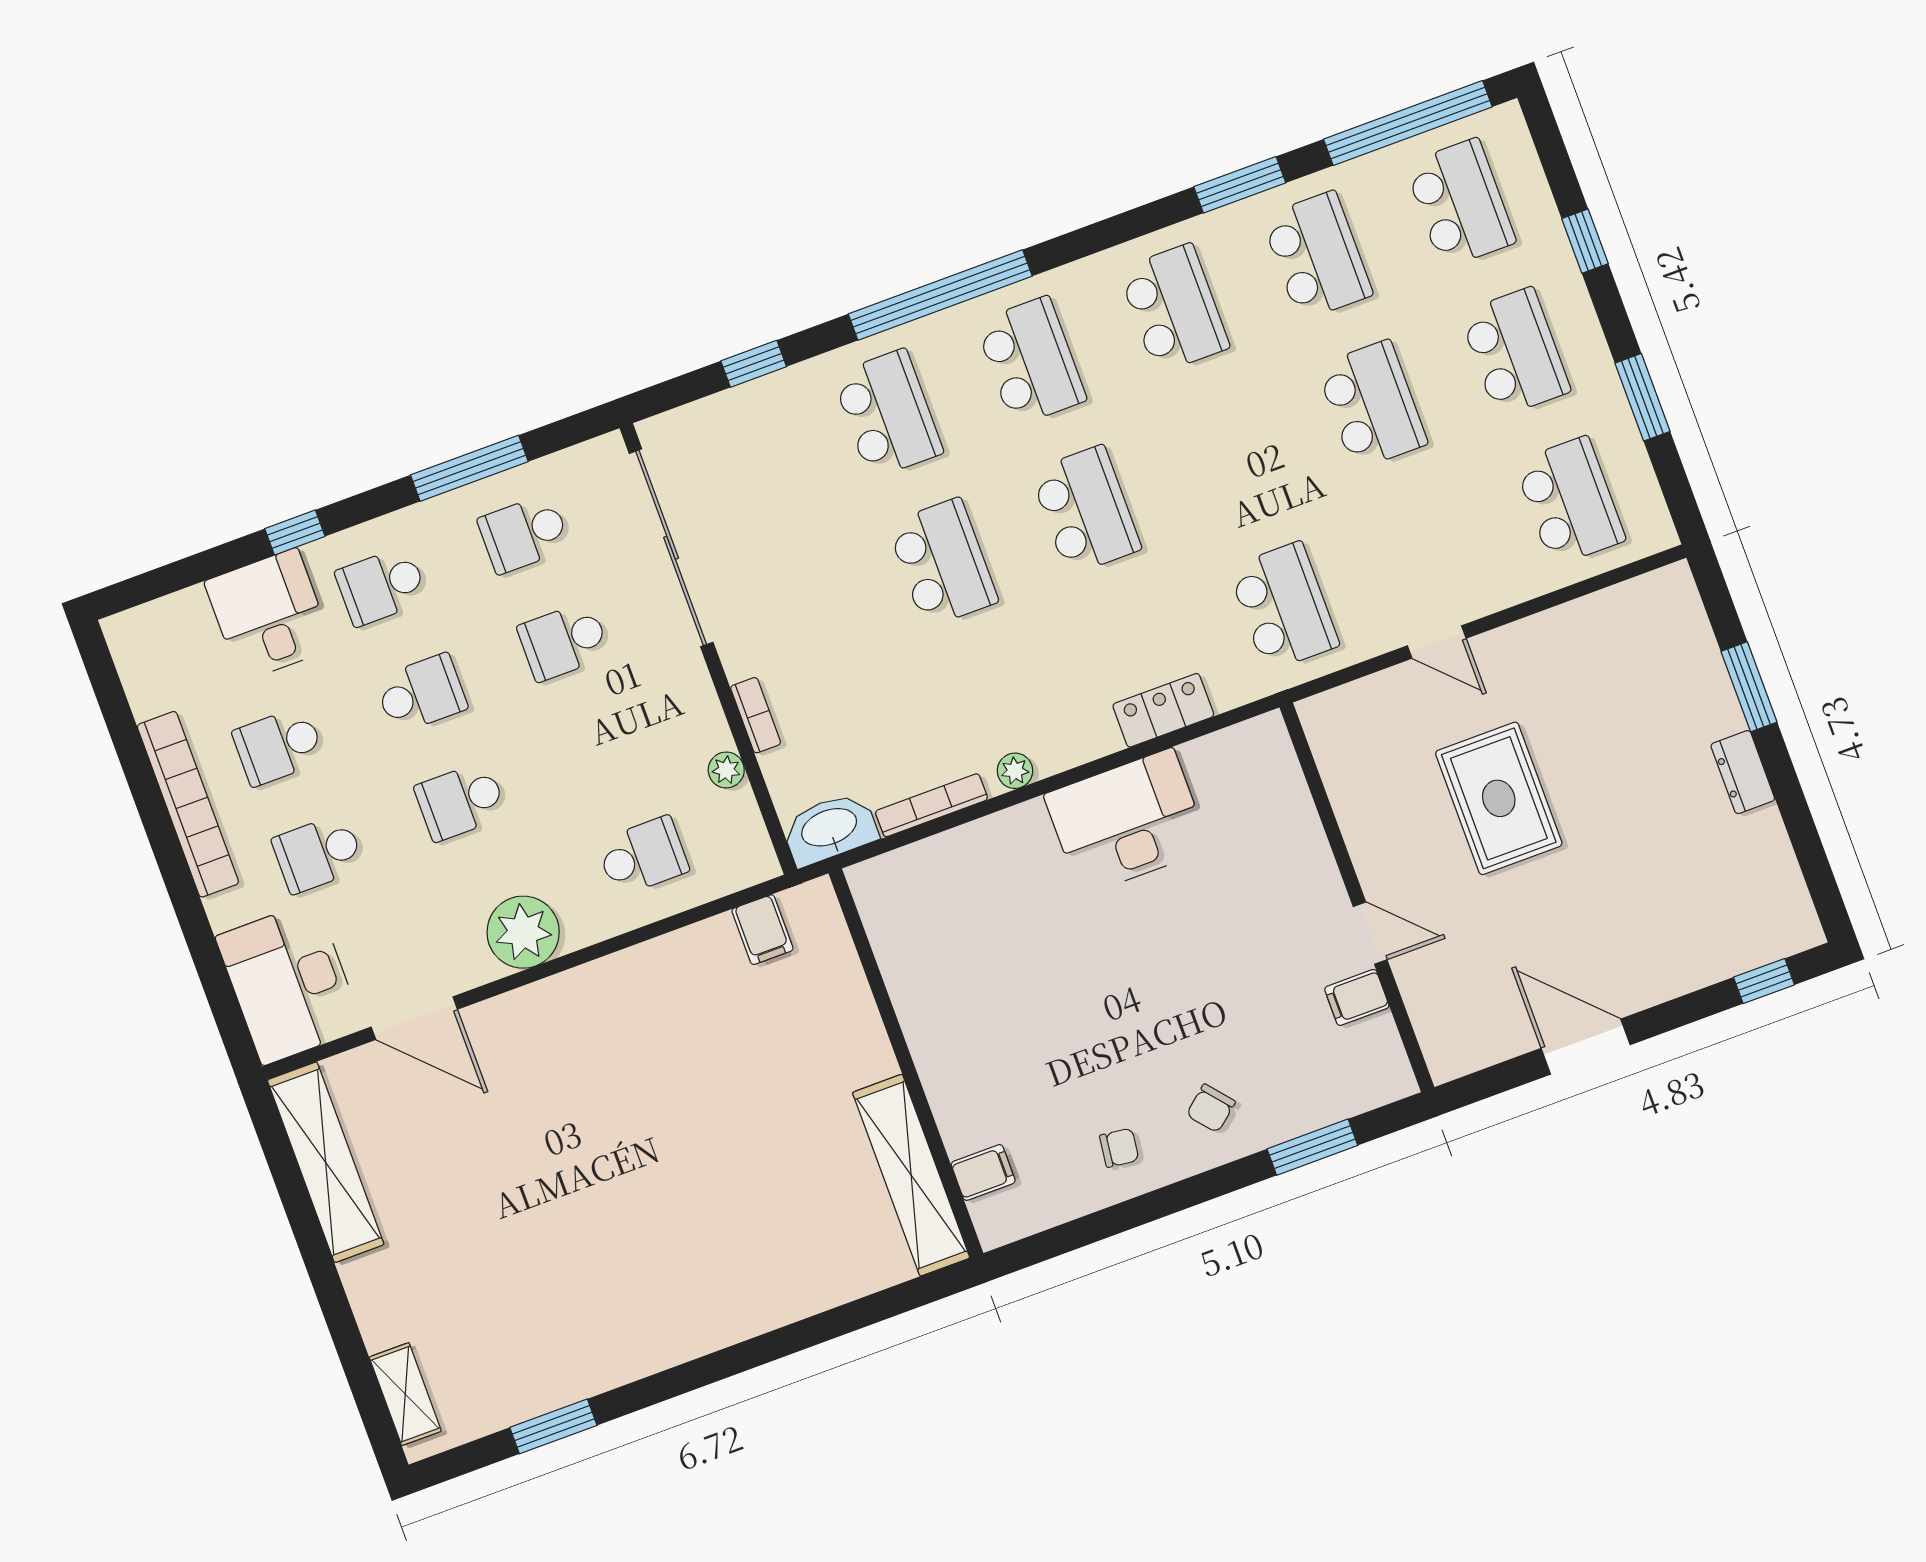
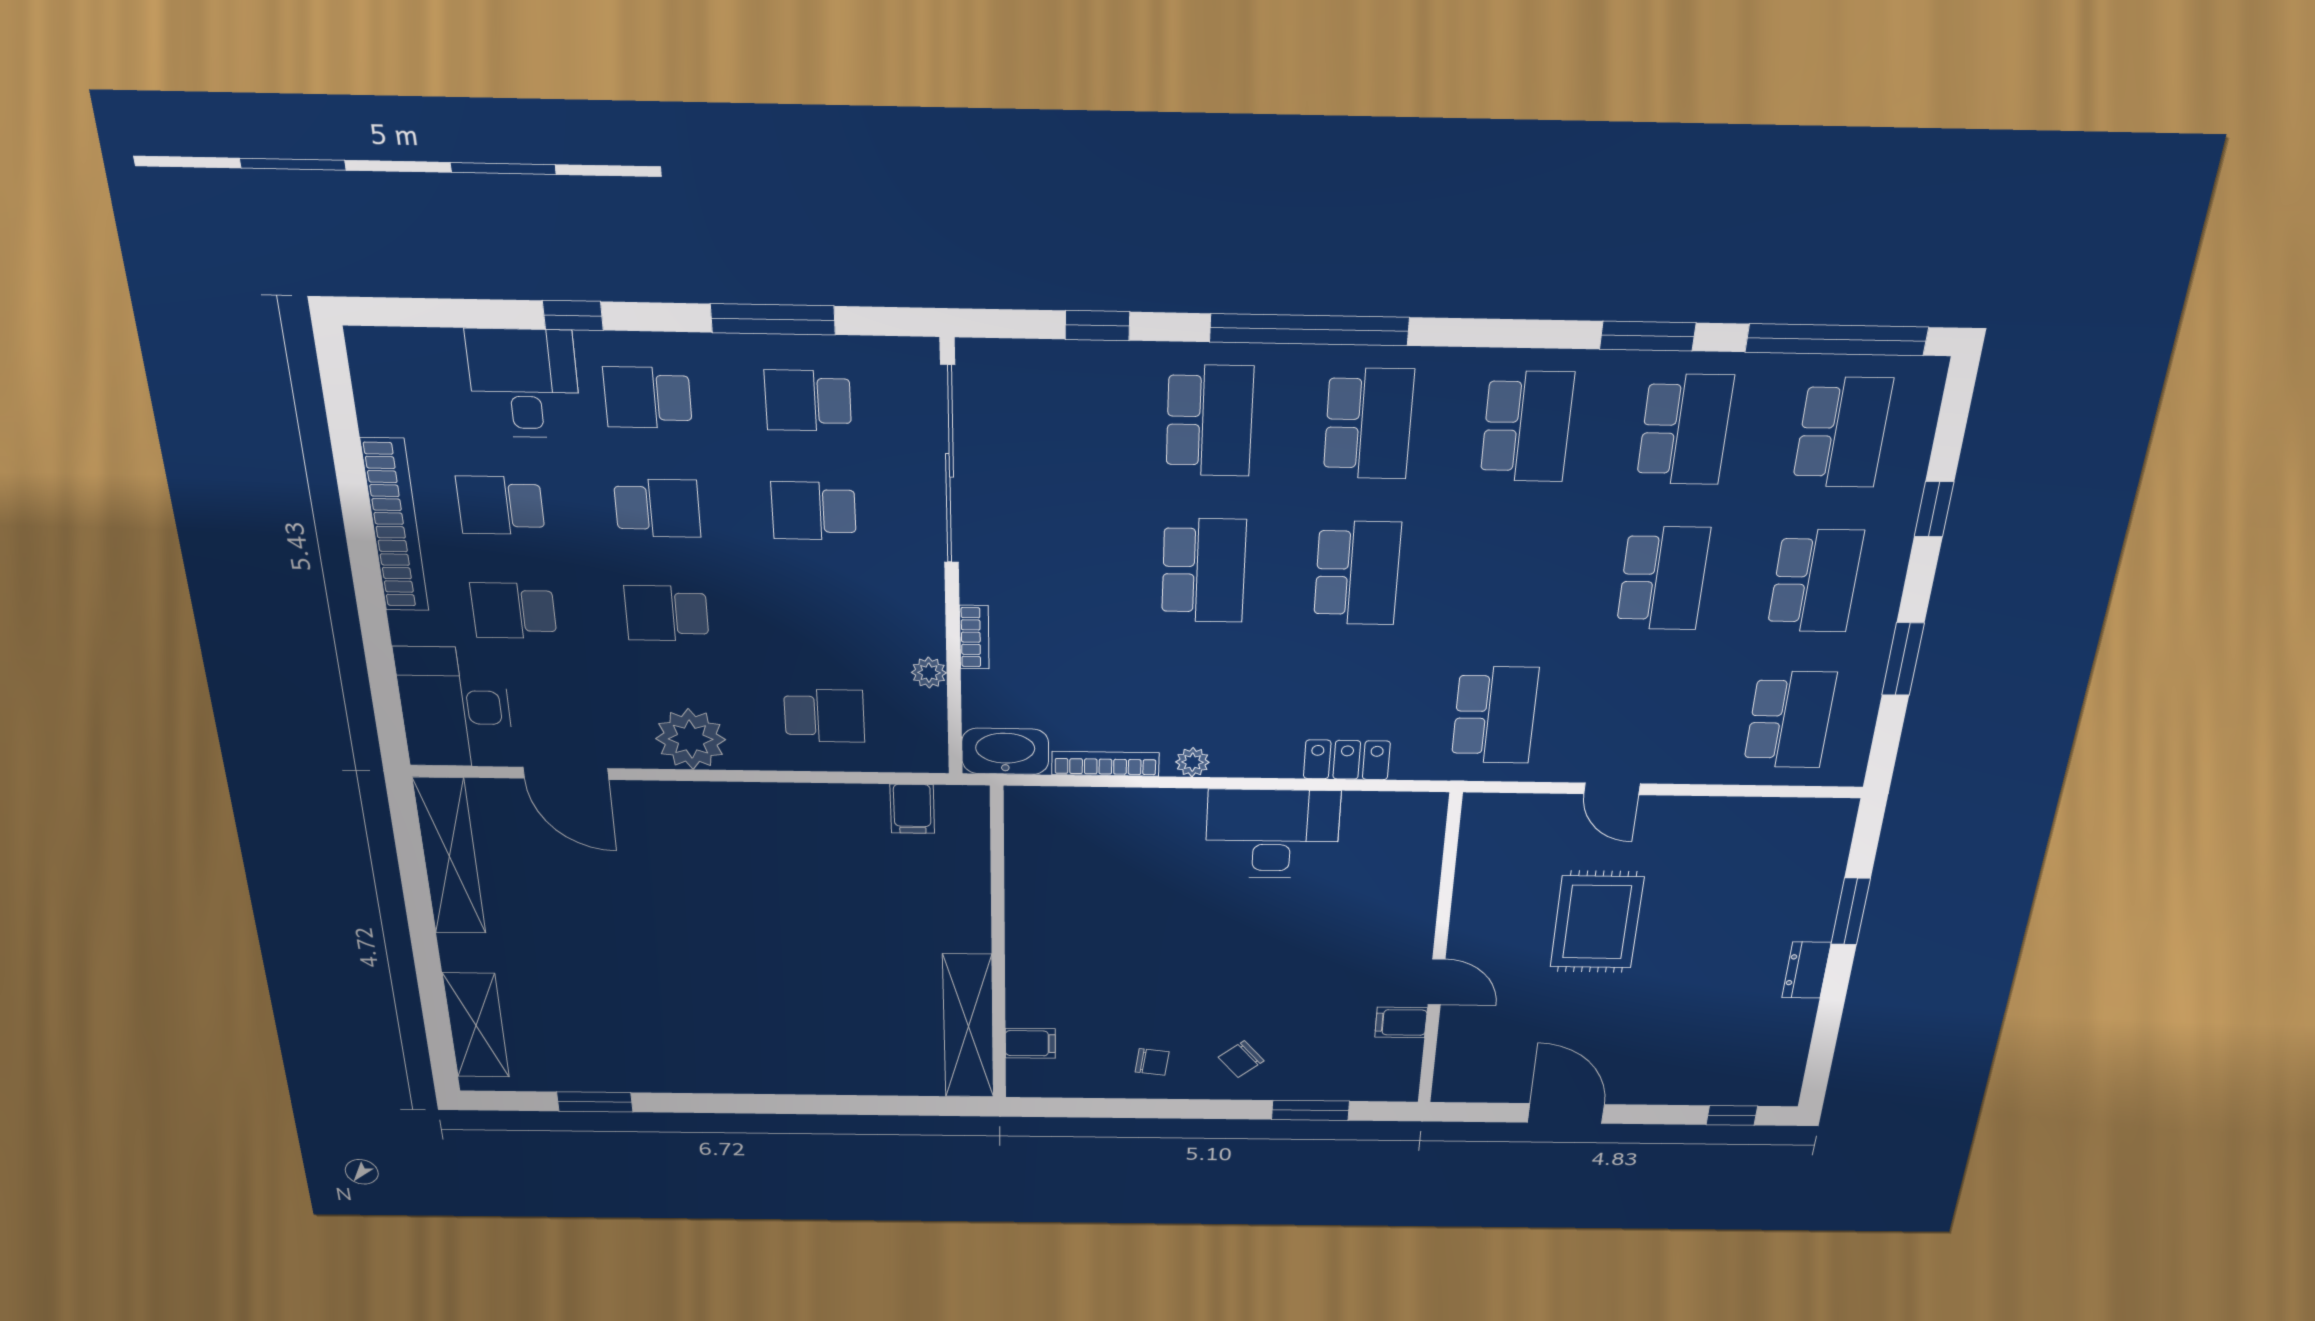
shelving: (405, 1394) -> (476, 1025), width x1.50, depth x1.33

